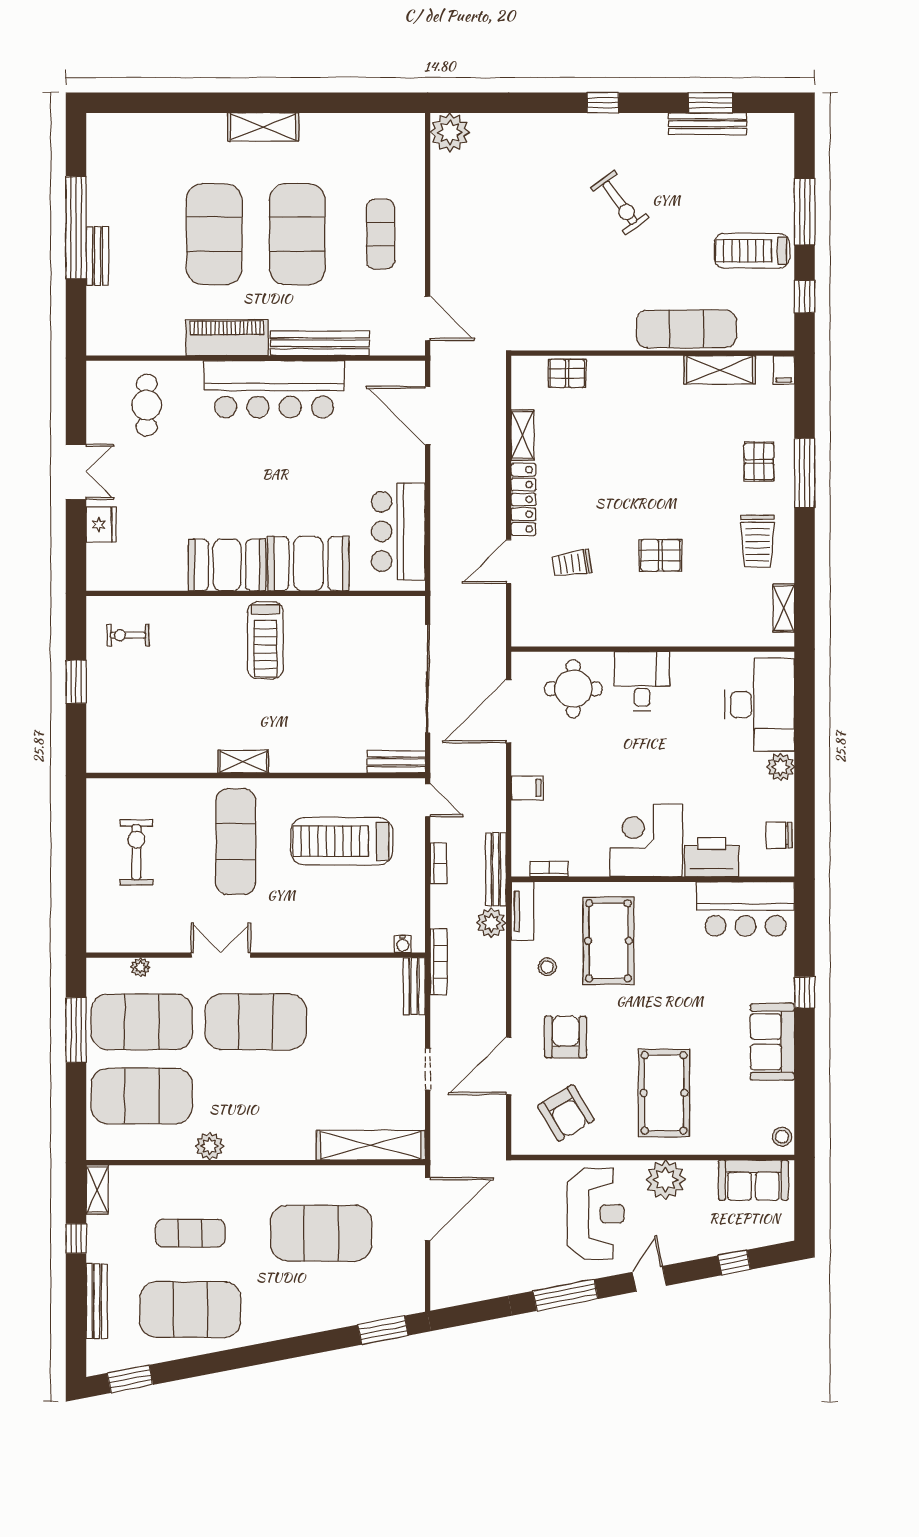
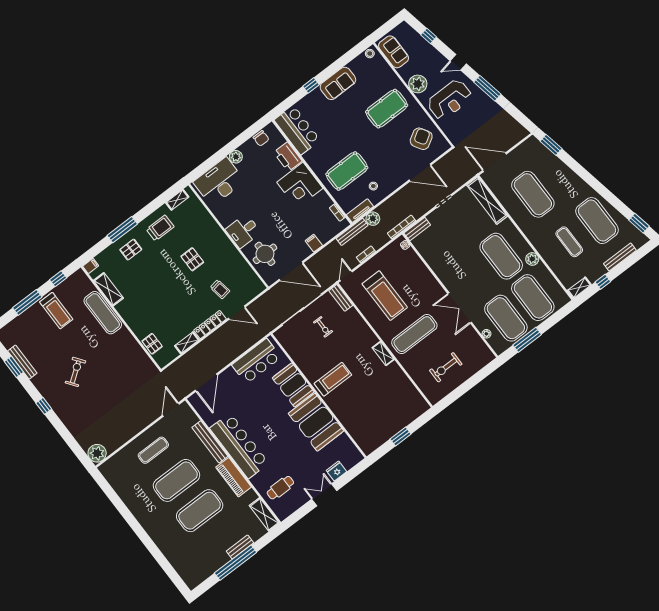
shelving: (263, 127) -> (264, 514), moved
booth: (227, 565) -> (316, 422), width x1.36, depth x1.42
exercise bike: (128, 635) -> (323, 327), moved
double door: (221, 955) -> (460, 308), width x1.37
exercise mat: (256, 1022) -> (501, 256), moved
armchair: (566, 1037) -> (394, 160), removed
reception desk: (596, 1214) -> (450, 100), turned 180

